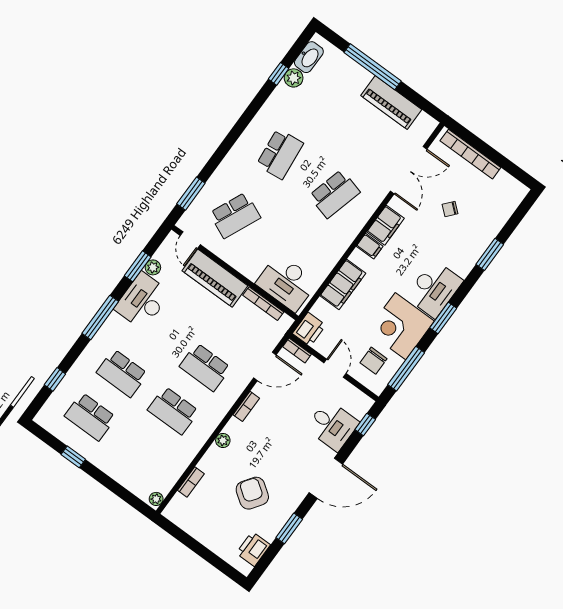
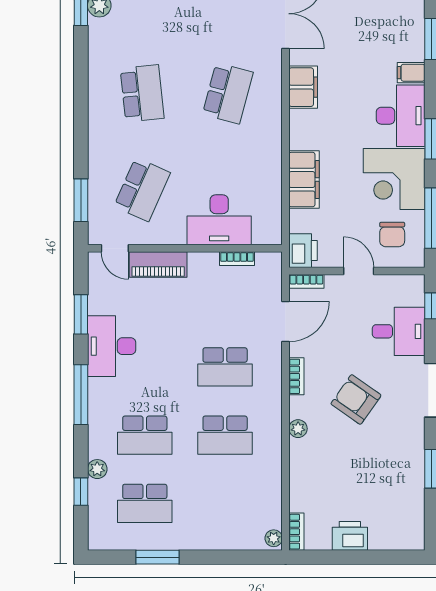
chair: (450, 209) -> (357, 22), removed
filing cabinet: (370, 246) -> (411, 73), moved, turned 180
plant: (153, 267) -> (97, 469), moved
piano: (215, 278) -> (158, 265), width x0.73, depth x0.75
desk: (287, 283) -> (219, 220), moved
bookcase: (263, 304) -> (237, 259), width x0.64
window: (73, 457) -> (157, 557), width x1.50
bookcase: (191, 482) -> (296, 532), moved
armchair: (252, 493) -> (356, 399), moved
printer: (253, 549) -> (350, 536), moved, turned 90

